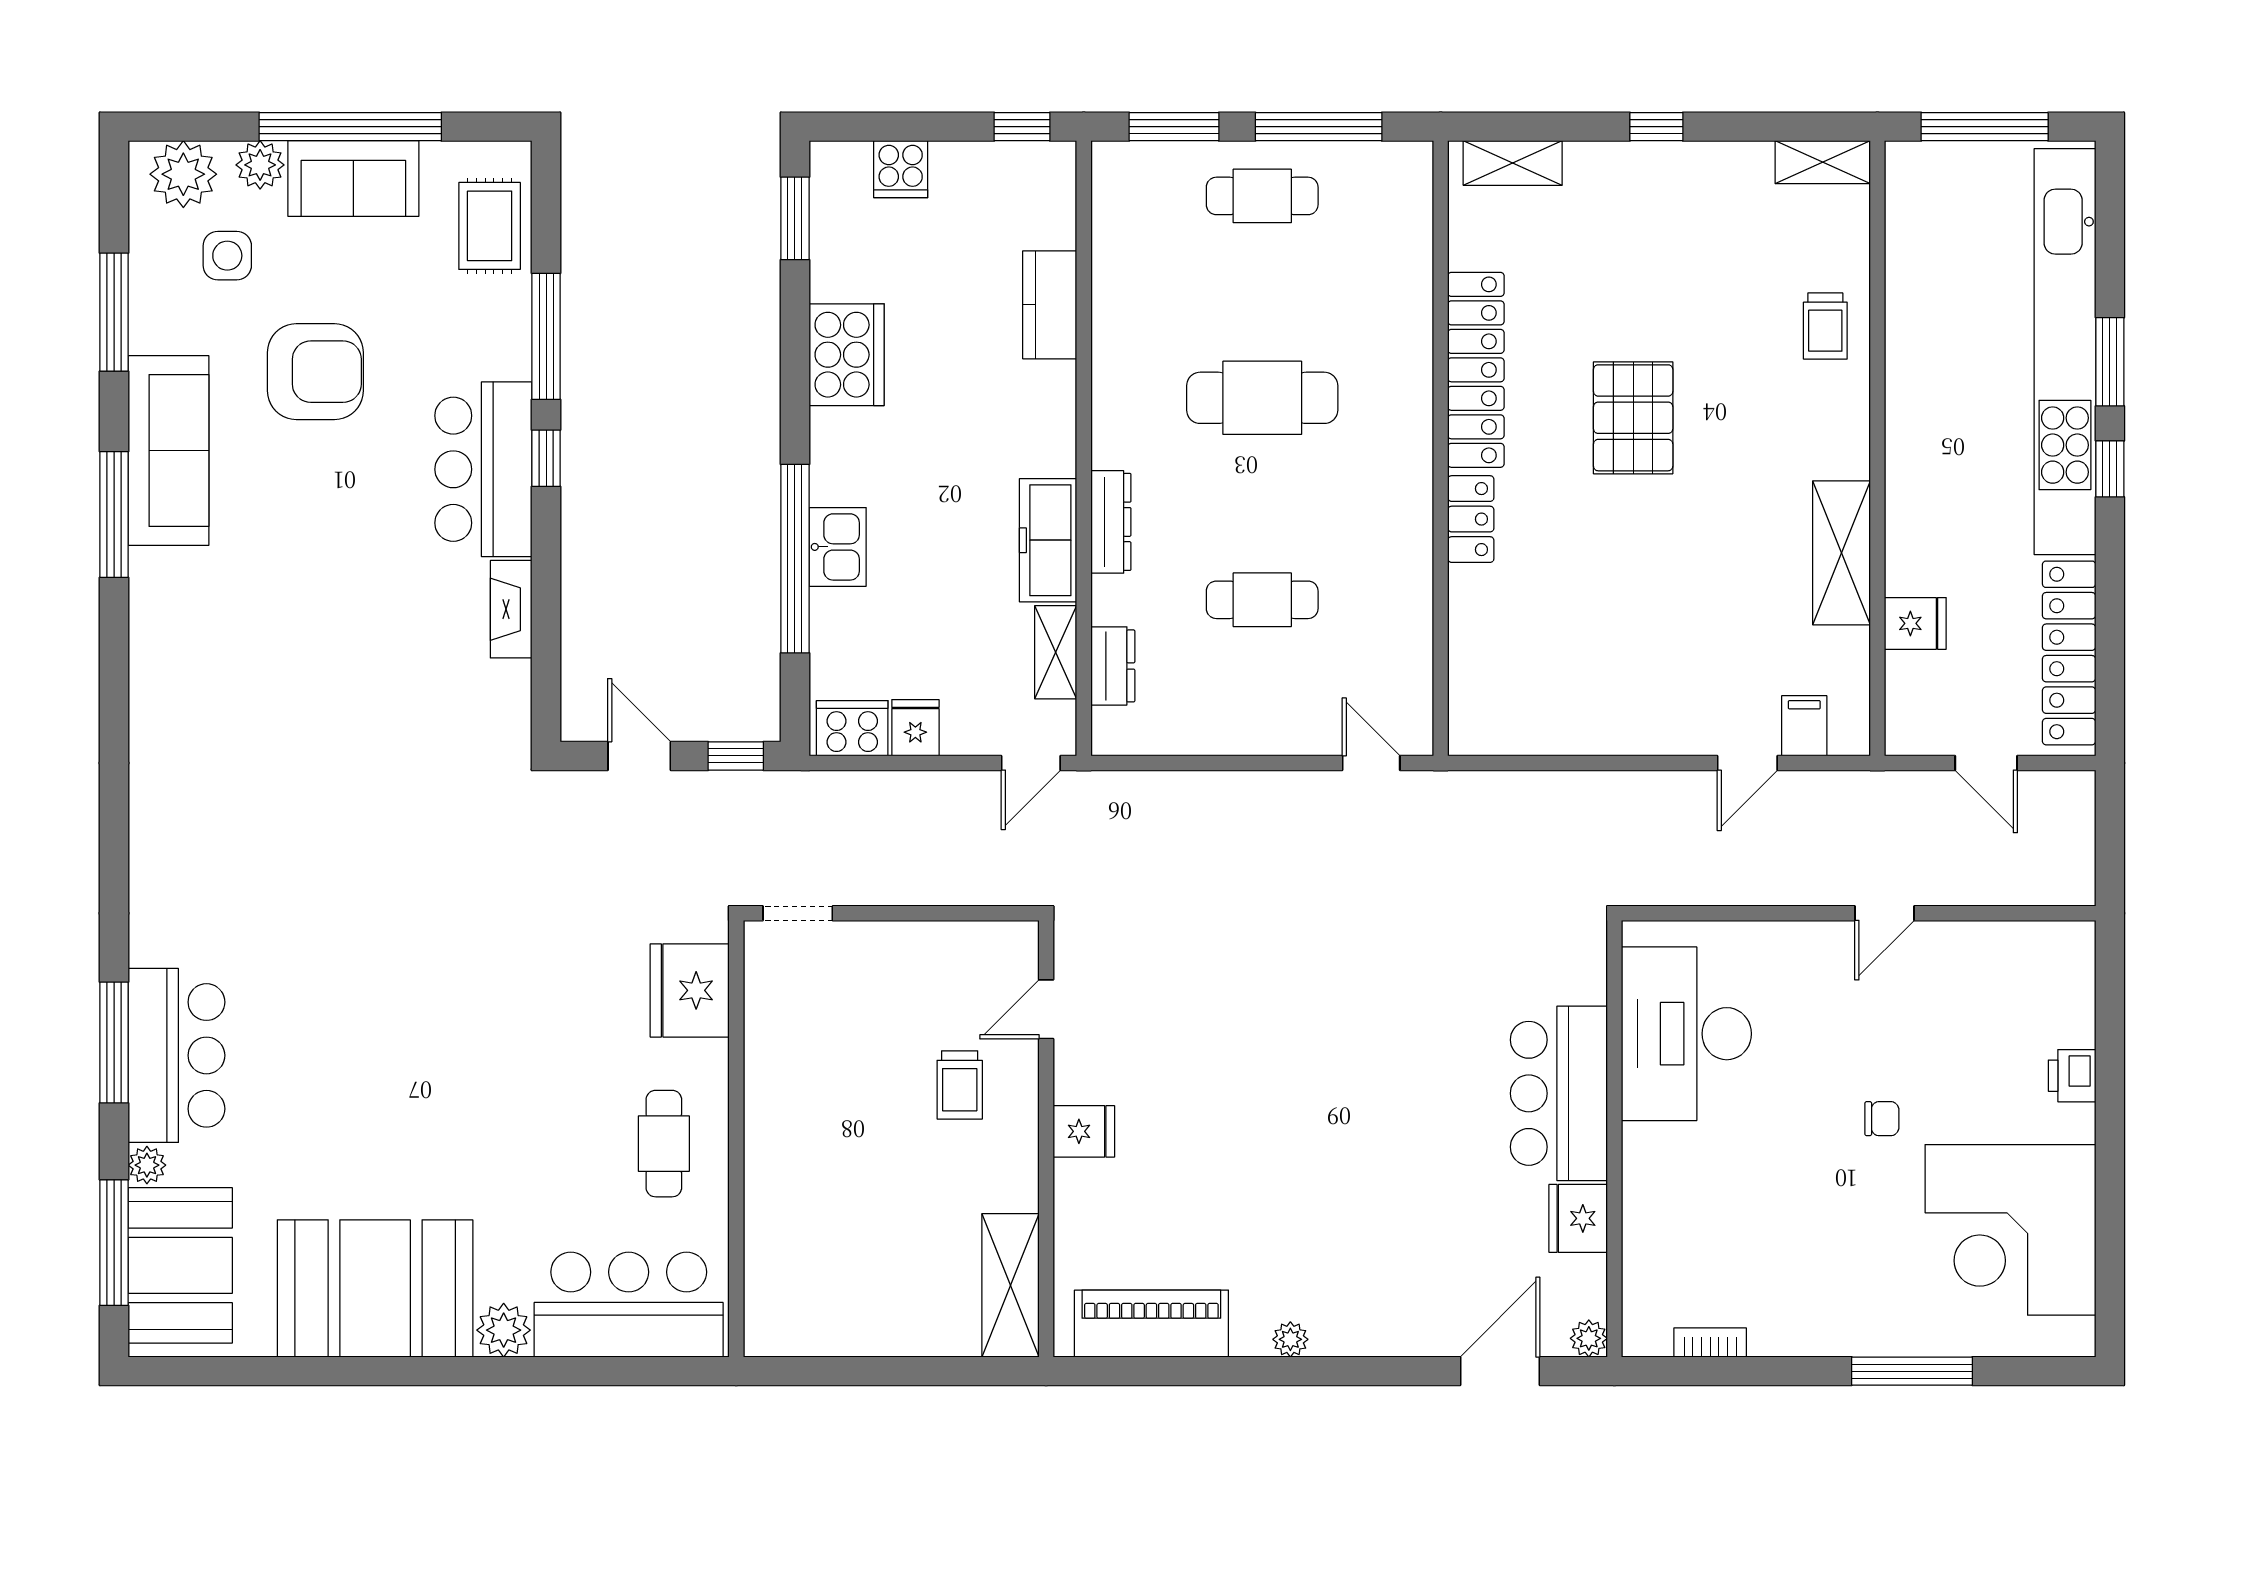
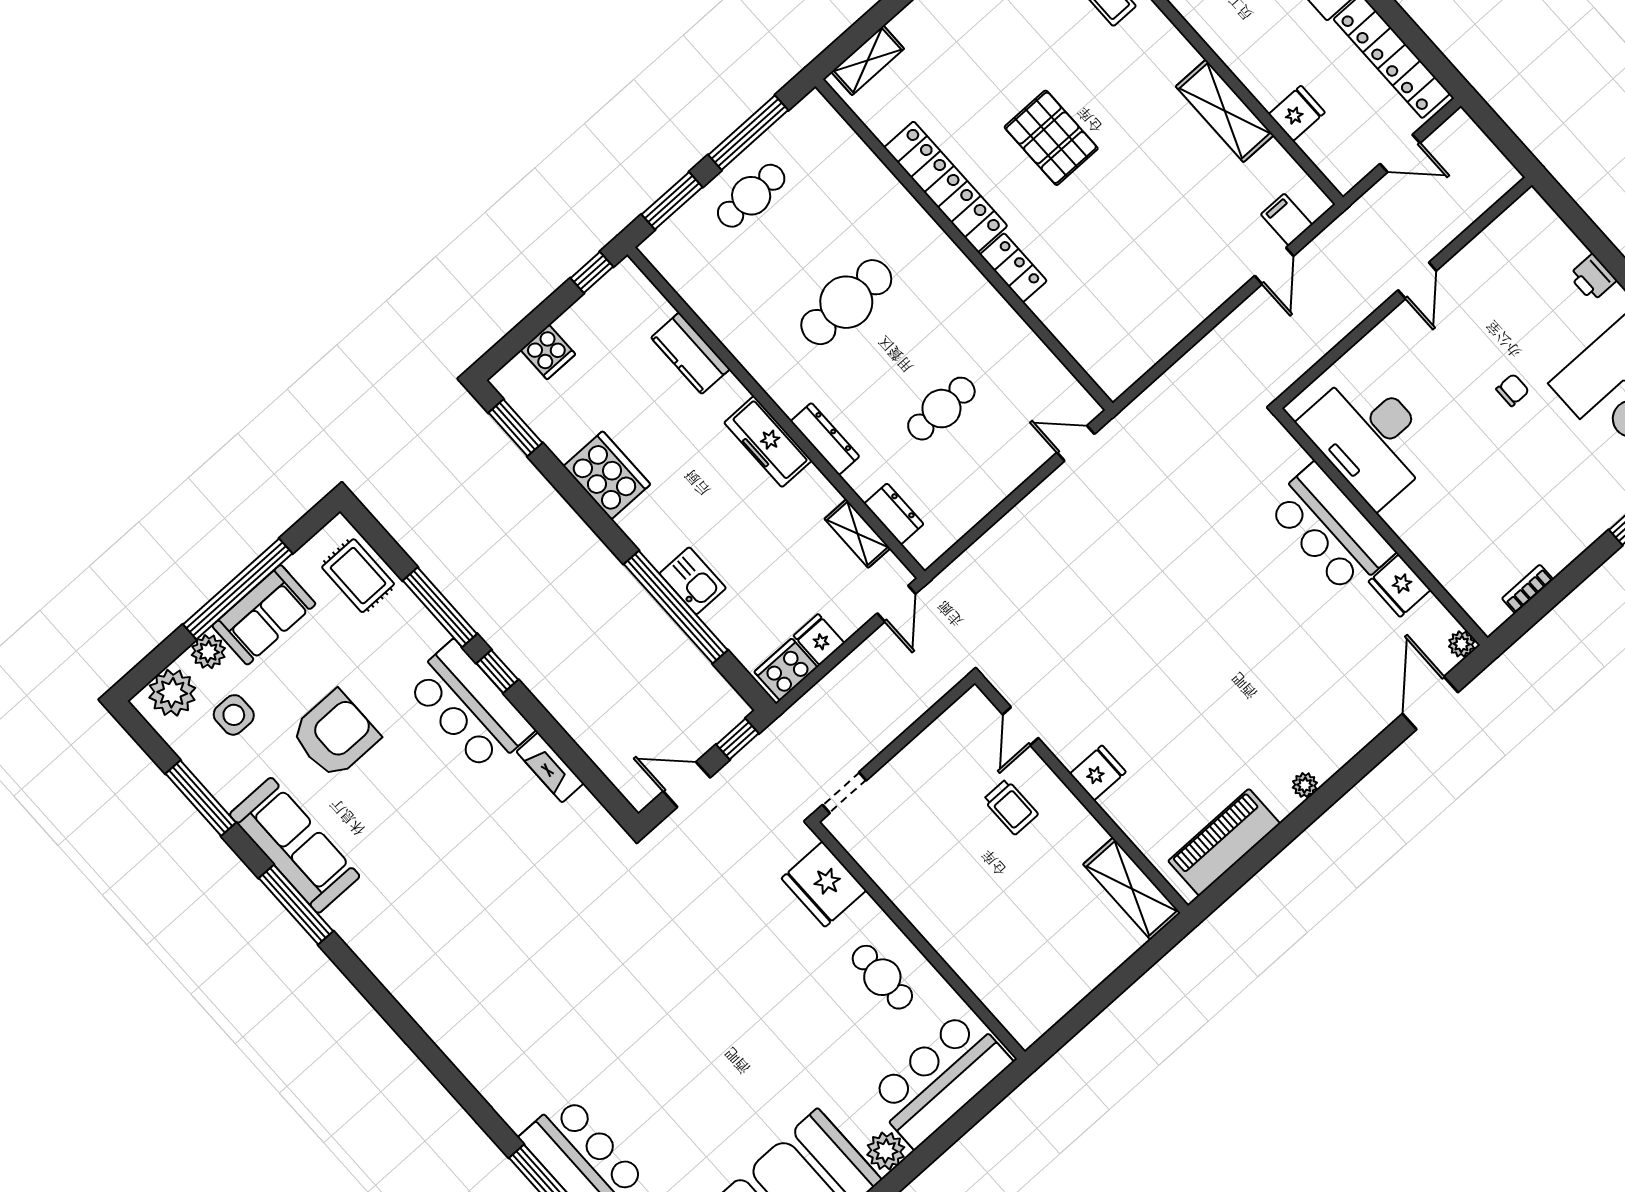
freezer: (1048, 540) -> (768, 442), moved

